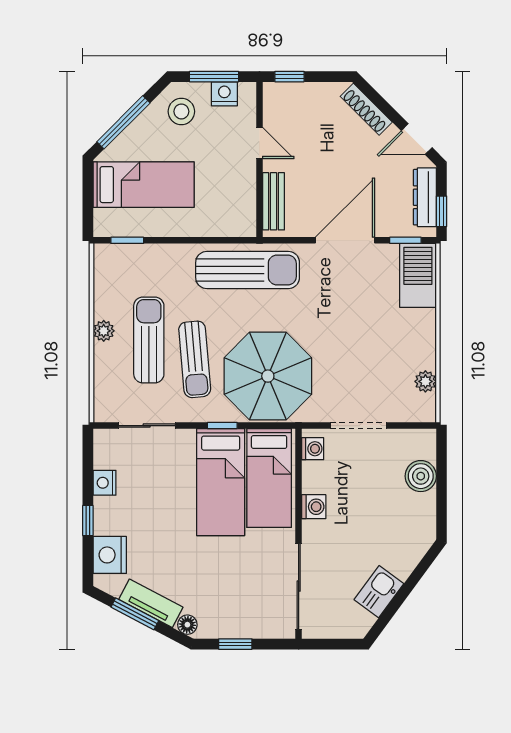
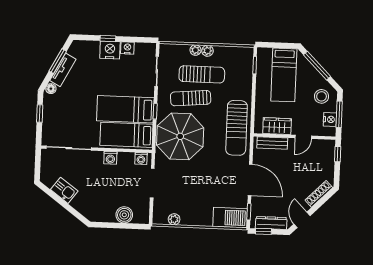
wardrobe: (241, 193) -> (277, 126), added
plant: (103, 354) -> (195, 50), added
nightstand: (110, 555) -> (110, 50), moved

